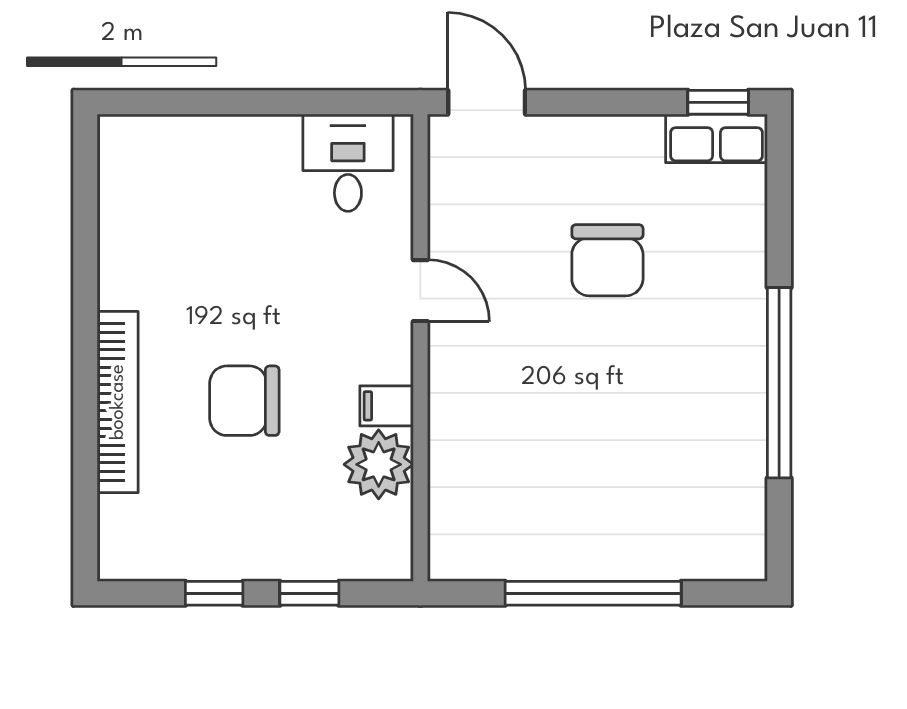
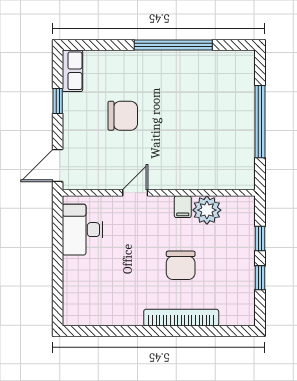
window: (718, 102) -> (58, 101), moved
desk: (348, 163) -> (83, 230), width x1.37

